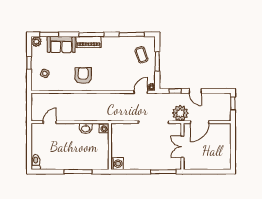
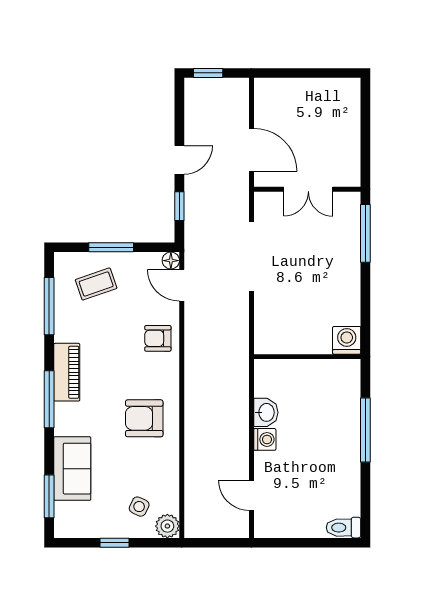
plant: (36, 42) -> (167, 526), moved
piano: (88, 42) -> (67, 372), moved
armchair: (118, 82) -> (158, 338), added
plant: (180, 113) -> (231, 194), removed
washing machine: (104, 128) -> (265, 439), moved

